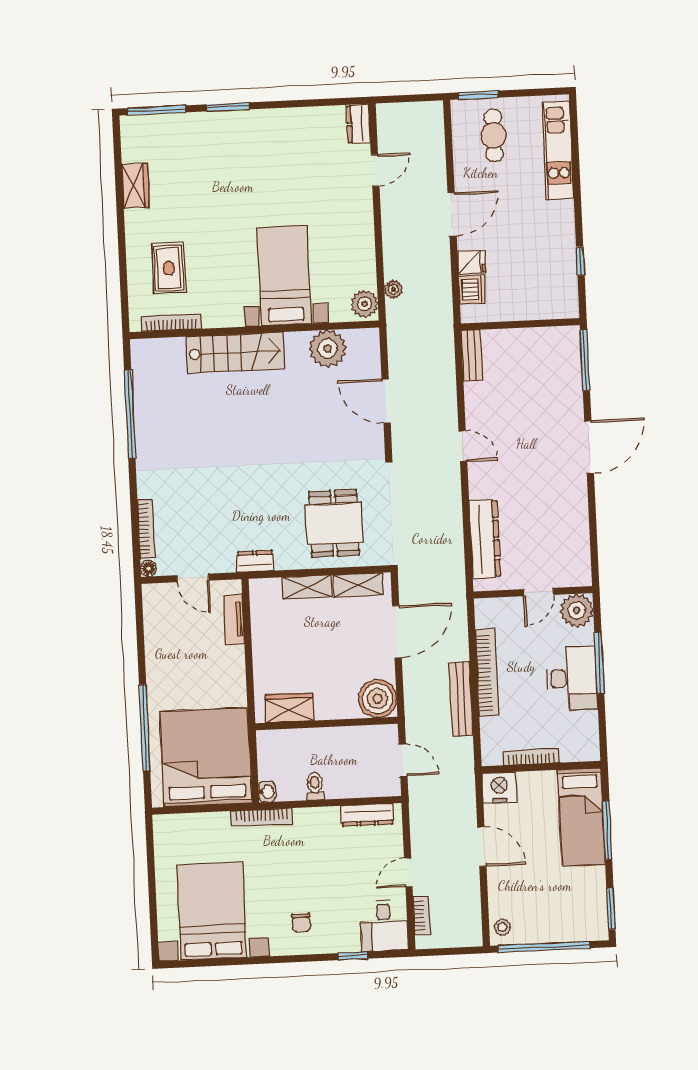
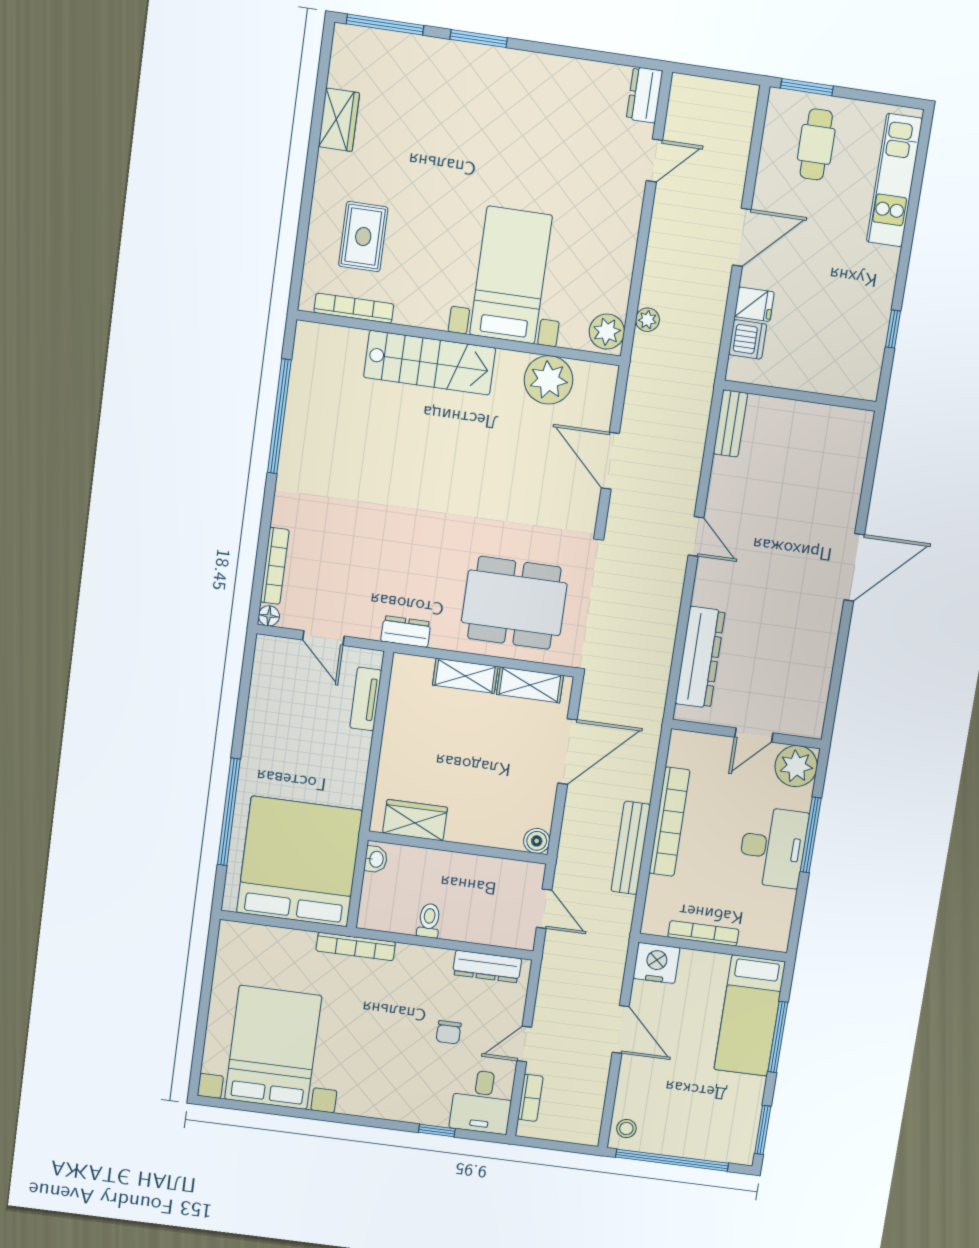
window: (585, 360) -> (872, 457), removed
dining table: (334, 523) -> (514, 603), width x1.38
boiler: (378, 699) -> (537, 841), width x0.54, depth x0.54
washbasin: (267, 792) -> (376, 859), moved
chair: (301, 923) -> (449, 1032), moved

